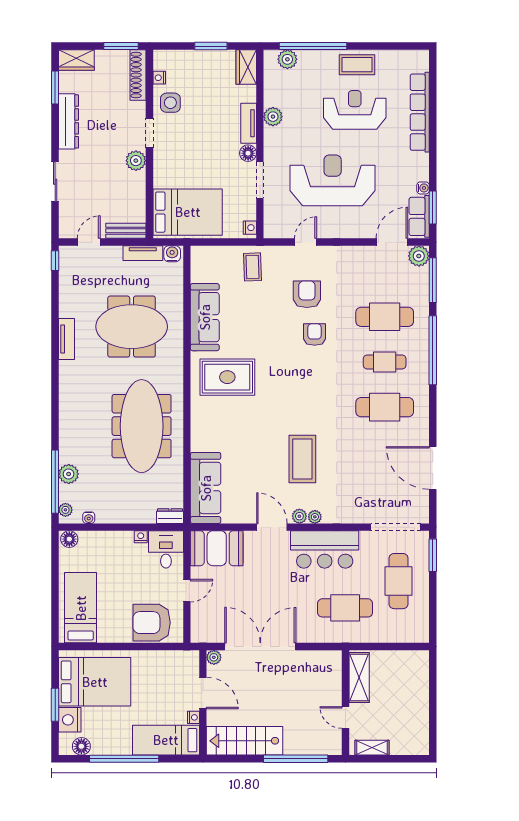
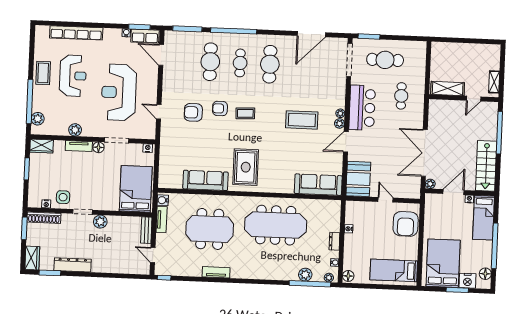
reception desk: (355, 110) -> (73, 76), turned 180
sliding door: (55, 182) -> (112, 275), removed
plant: (419, 256) -> (171, 37), removed
coffee table: (252, 267) -> (245, 113), moved
meeting table: (132, 327) -> (210, 229), turned 90
dresser: (170, 516) -> (334, 241), moved
desk: (166, 549) -> (358, 212), removed
cafe table: (345, 608) -> (401, 96), width x0.73, depth x0.74

